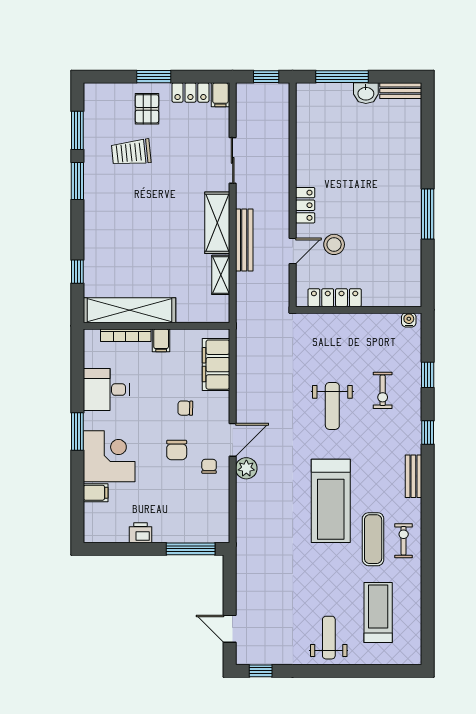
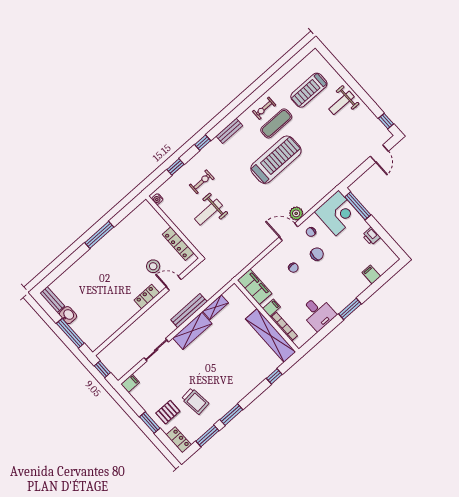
locker: (190, 93) -> (179, 440), moved
filing cabinet: (216, 365) -> (255, 287), moved, turned -90
weight bench: (332, 406) -> (208, 212), moved, turned 180
corner desk: (109, 456) -> (337, 213), moved, turned 180

